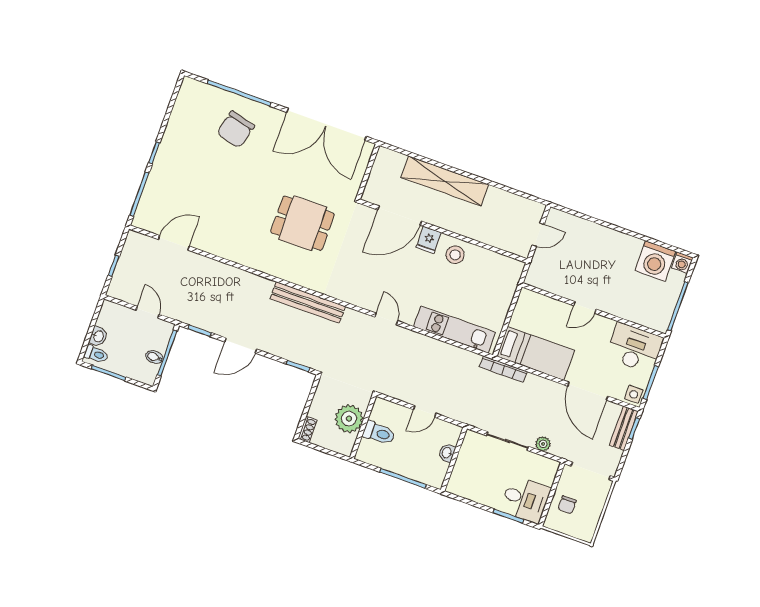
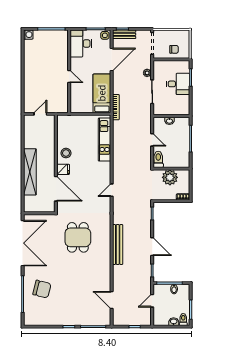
door: (538, 235) -> (40, 114), hinge flipped
washing machine: (655, 261) -> (32, 49), removed
bench: (308, 302) -> (118, 244), moved
door: (386, 319) -> (112, 190), moved
toilet: (379, 433) -> (158, 159), moved
desk: (525, 499) -> (178, 84), moved, turned 90

